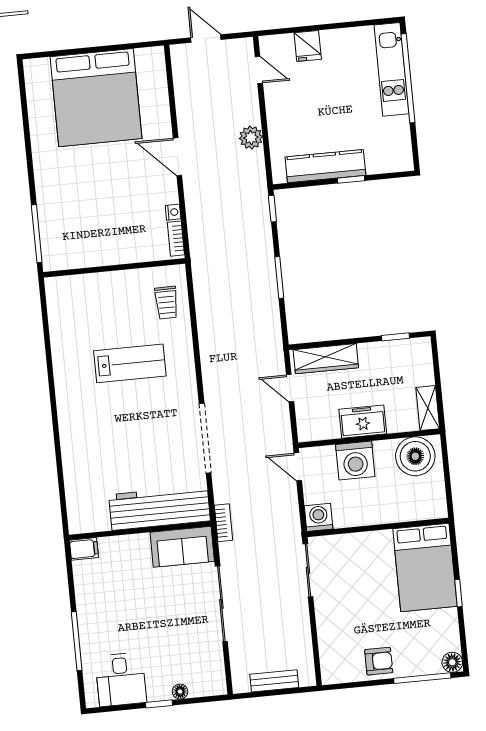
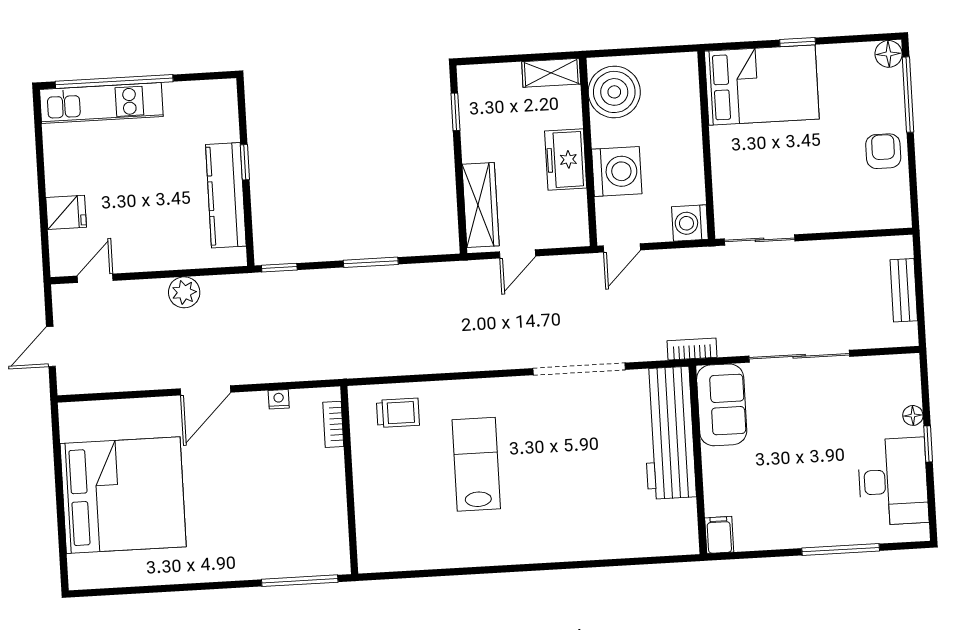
bookcase: (176, 239) -> (333, 424), moved, turned 90
desk: (121, 679) -> (893, 481), width x1.37

